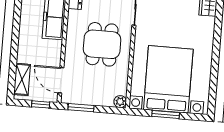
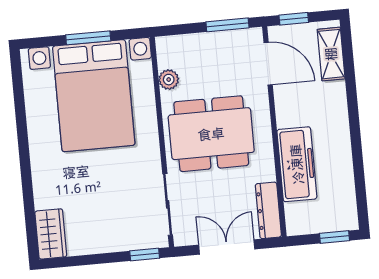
dining table: (102, 44) -> (211, 134), width x1.38
plant: (120, 102) -> (169, 80), moved

